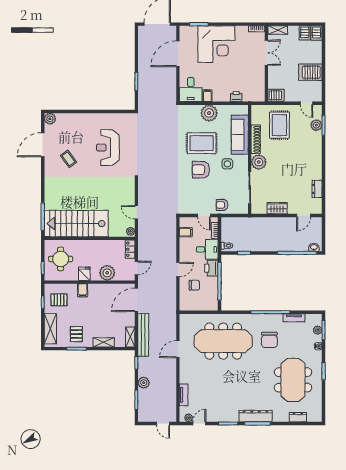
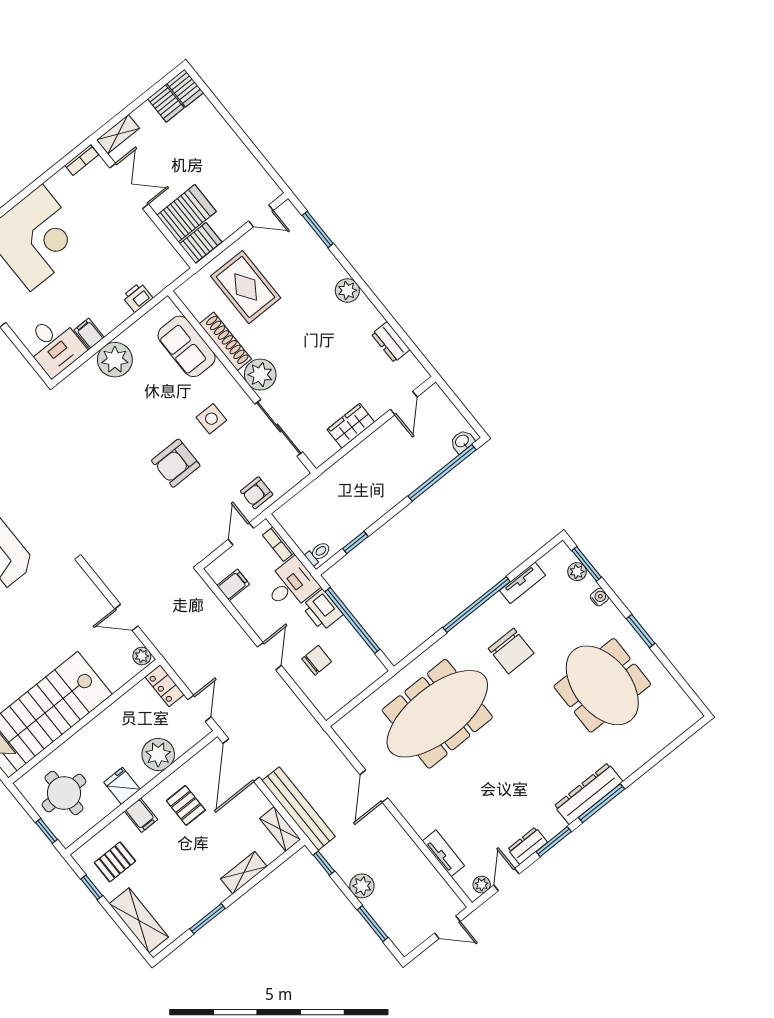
server rack: (310, 72) -> (186, 213), moved, turned 180
plant: (316, 125) -> (347, 290), moved
sofa: (240, 135) -> (187, 346), width x0.73
rug: (202, 143) -> (142, 419), removed
door: (204, 216) -> (241, 534), swing flipped
pallet: (76, 334) -> (186, 805), moved
dresser: (298, 417) -> (528, 846), moved

